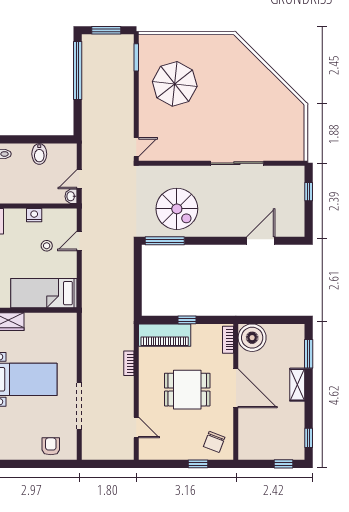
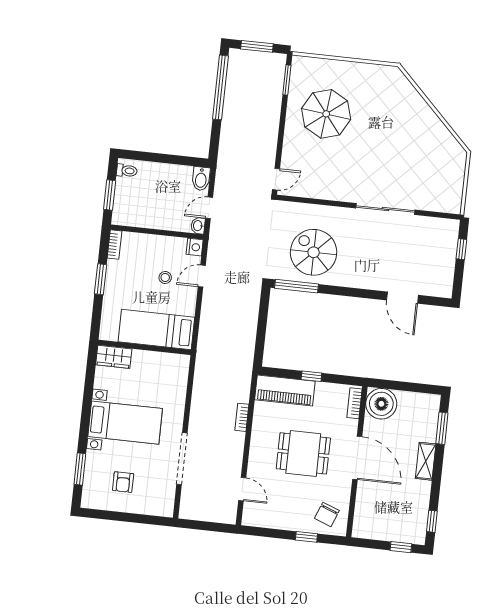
bidet: (39, 154) -> (201, 179), moved
spiral stairs: (177, 209) -> (314, 252), turned 180
nightstand: (34, 215) -> (195, 247), moved, turned 90
door: (261, 241) -> (402, 298), swing flipped
armchair: (51, 446) -> (123, 482), moved, turned 180

